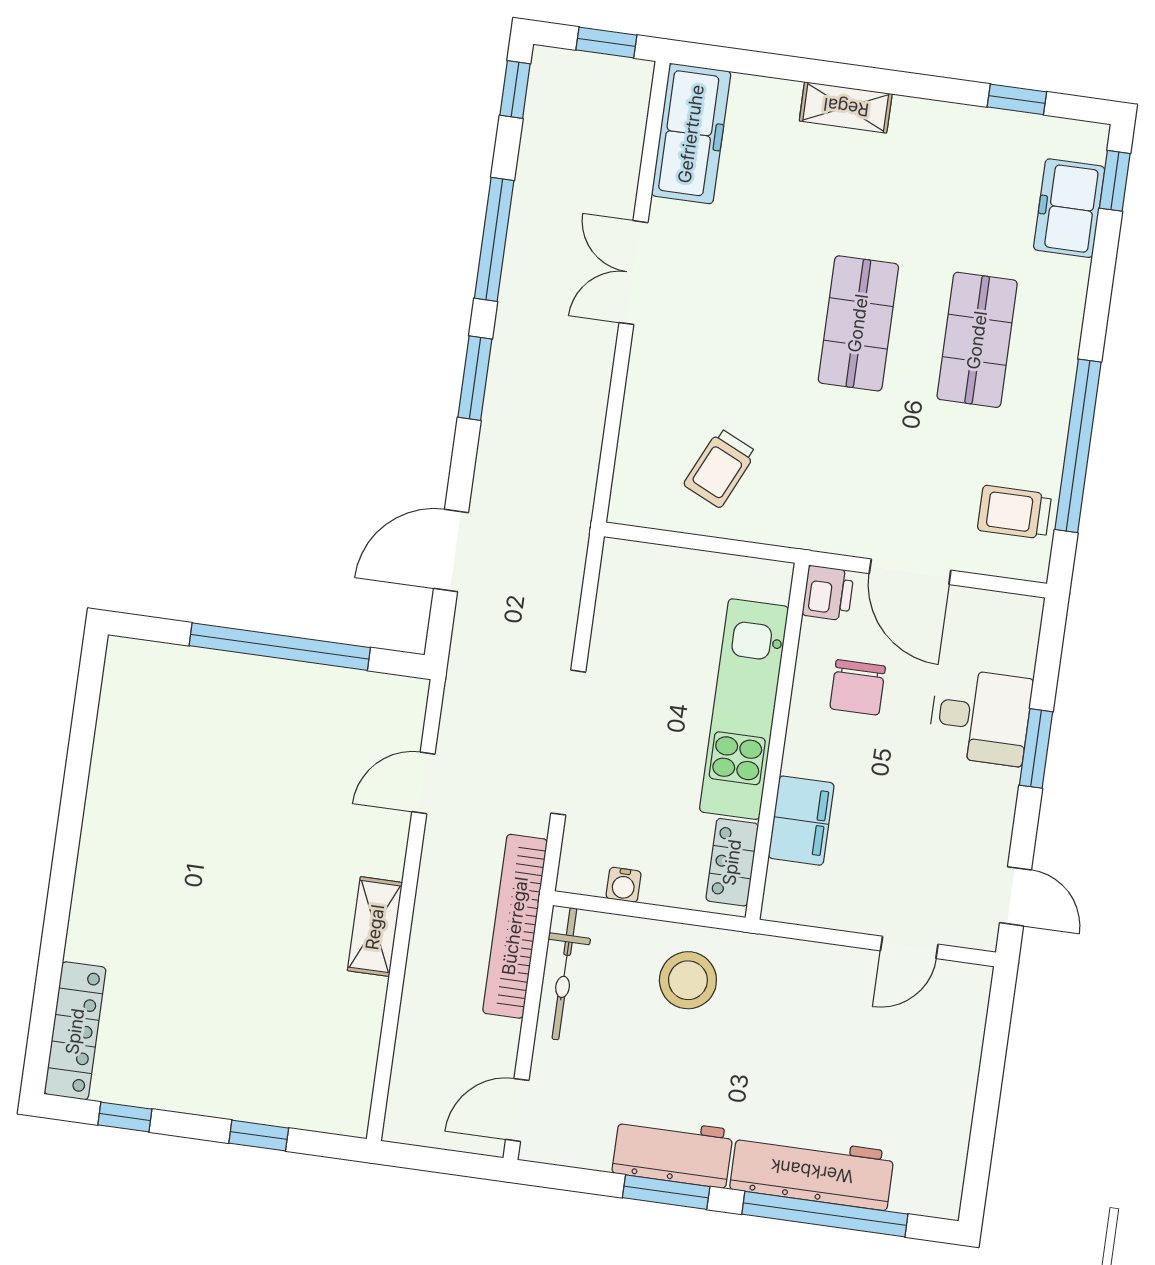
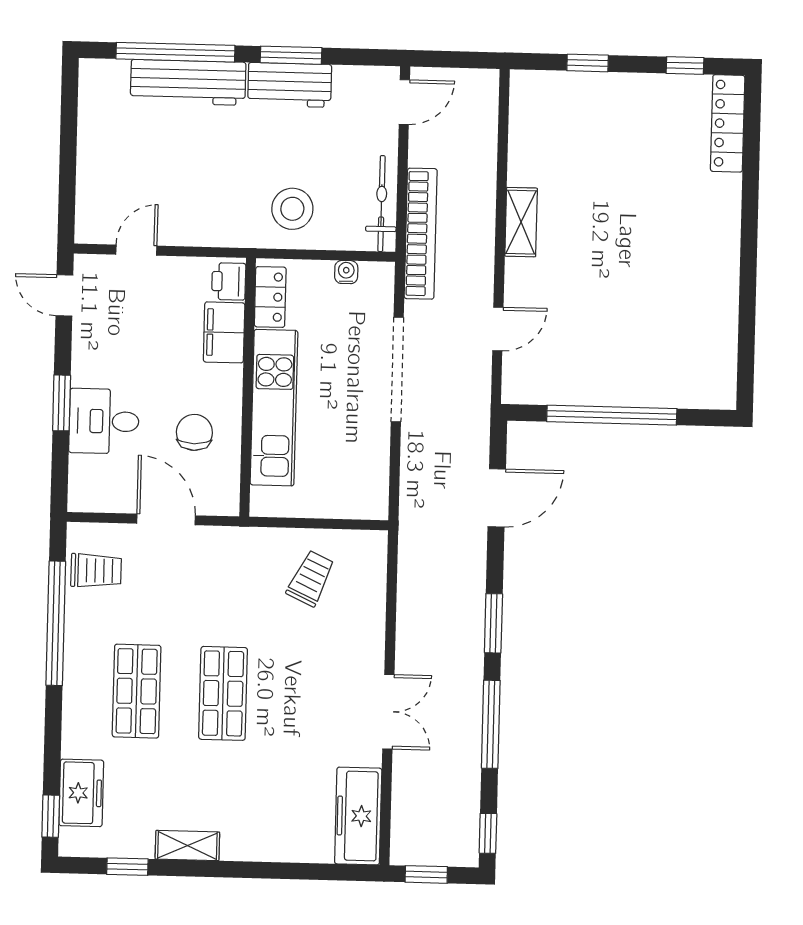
shelving: (846, 107) -> (187, 846), moved
printer: (828, 593) -> (229, 281), moved

